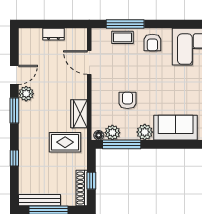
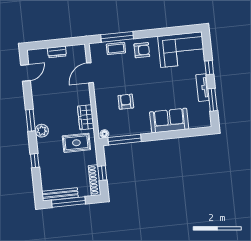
armchair: (152, 43) -> (142, 50), turned -90
door: (89, 63) -> (90, 73), hinge flipped
door: (14, 75) -> (26, 73), moved
plant: (26, 94) -> (42, 131), moved
plant: (145, 132) -> (143, 127), removed
plant: (112, 133) -> (116, 130), removed

